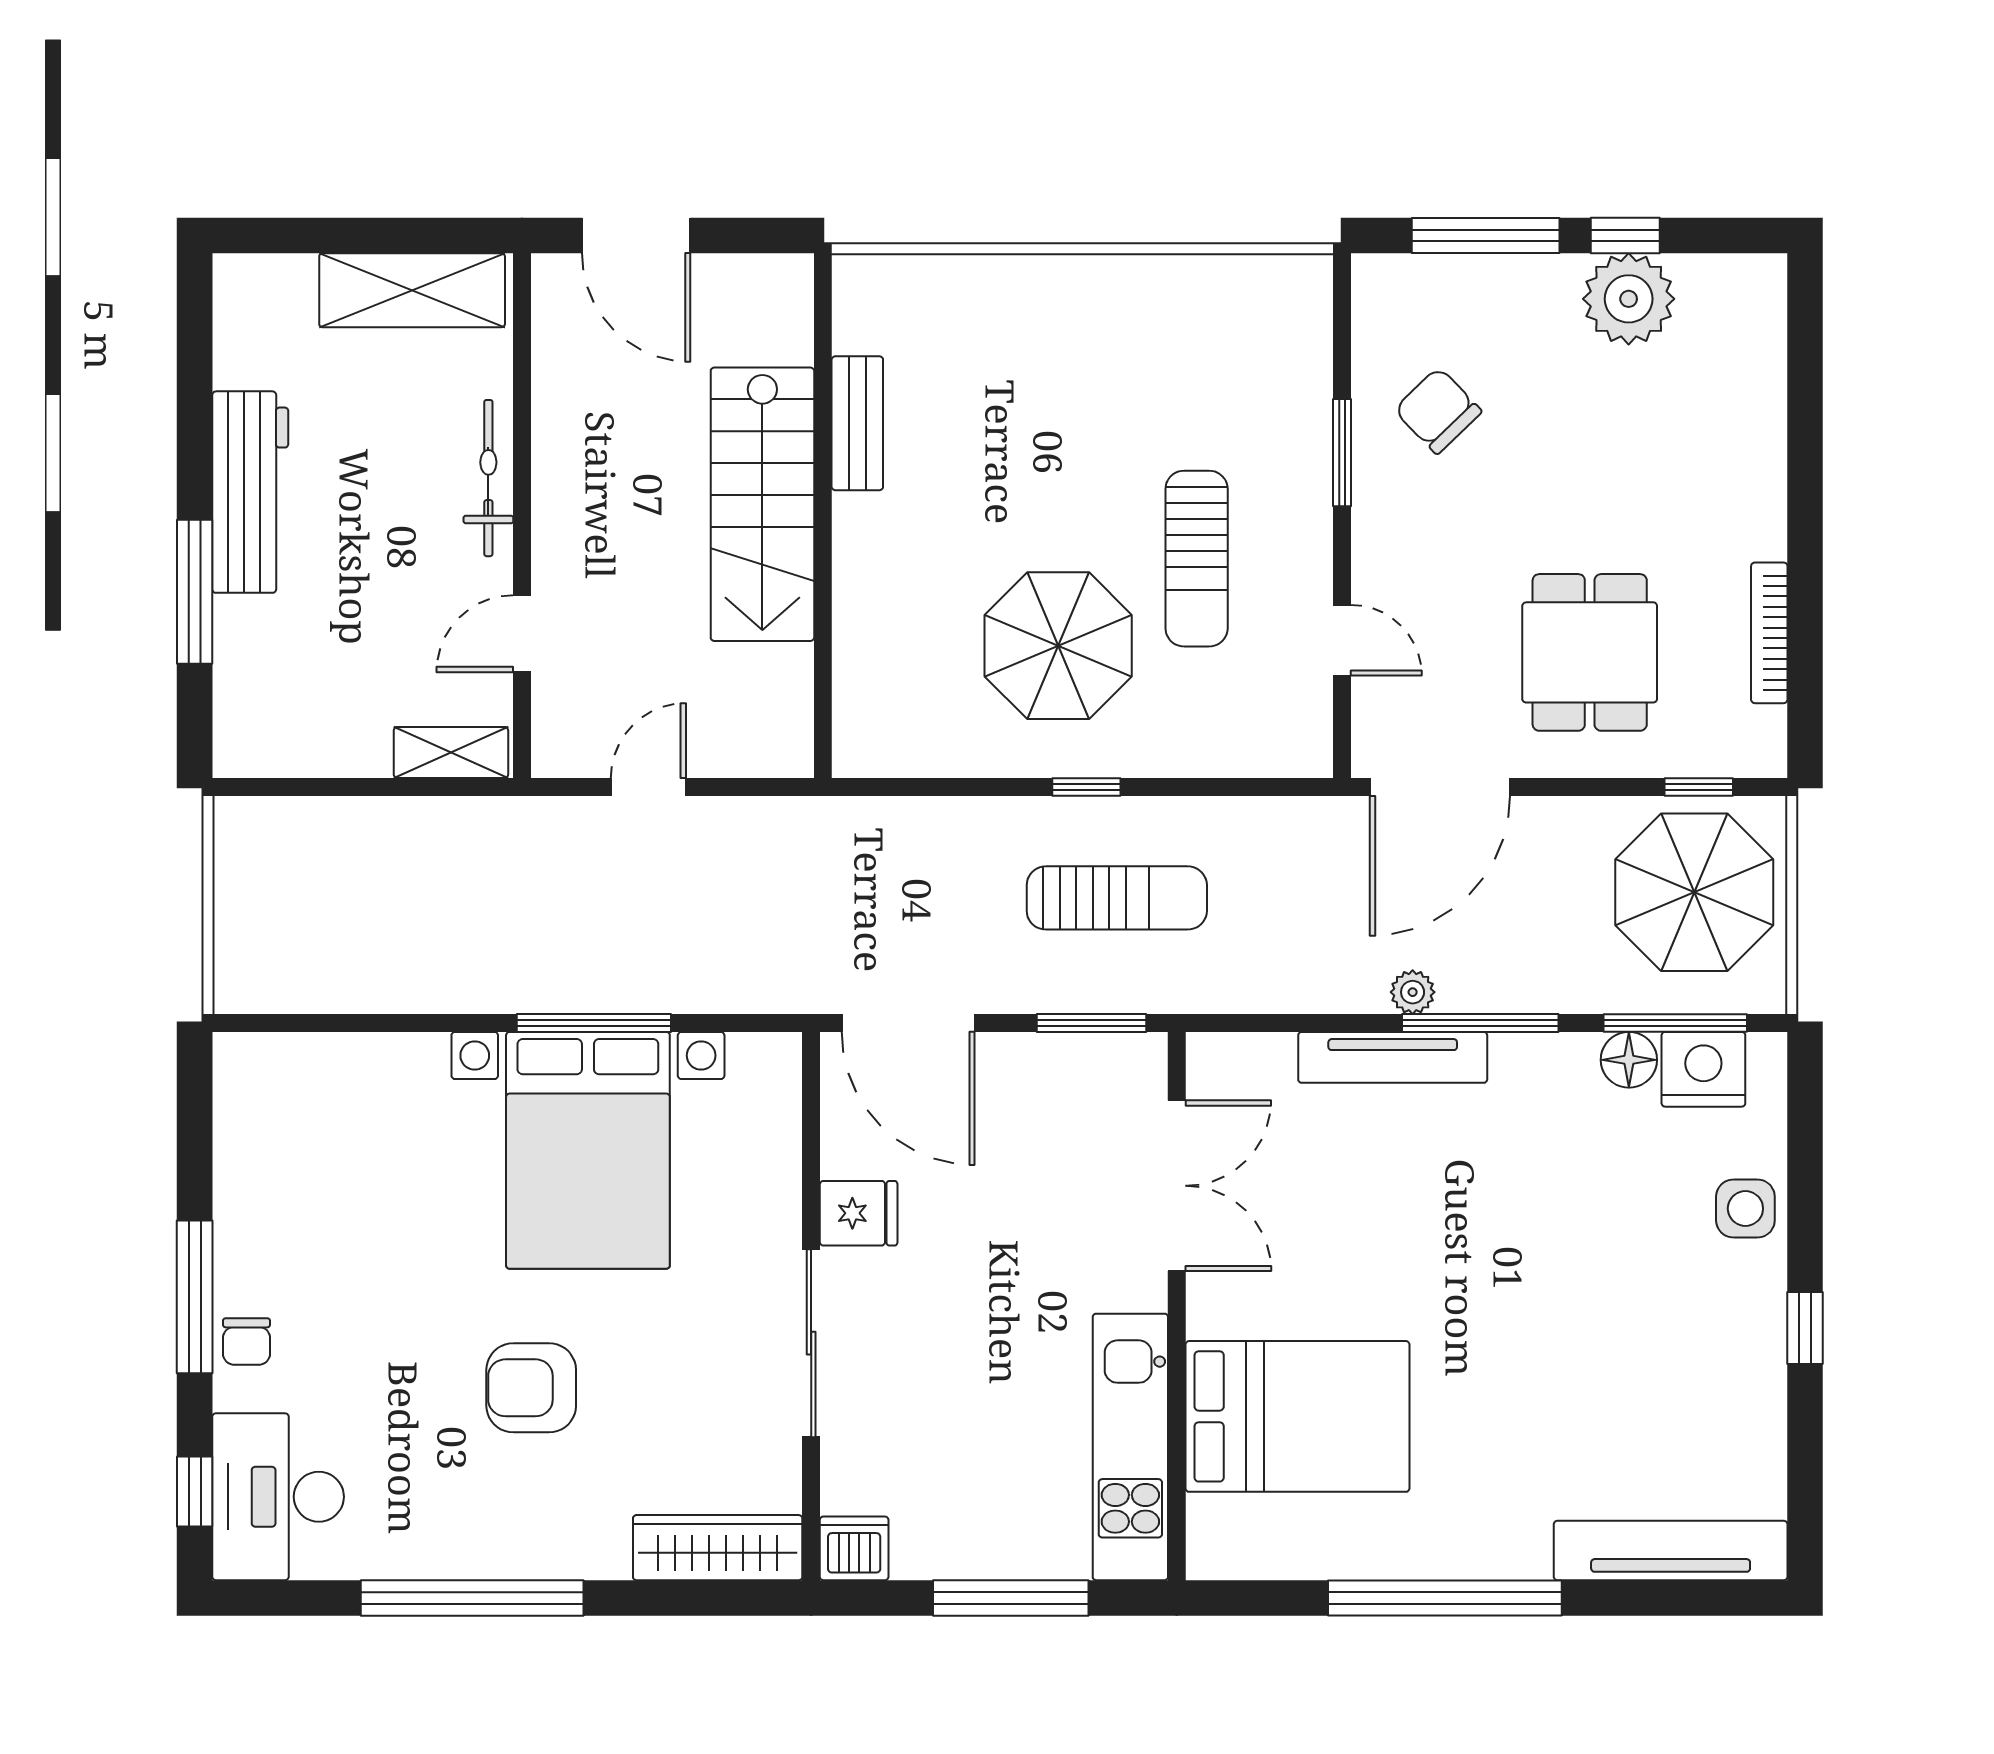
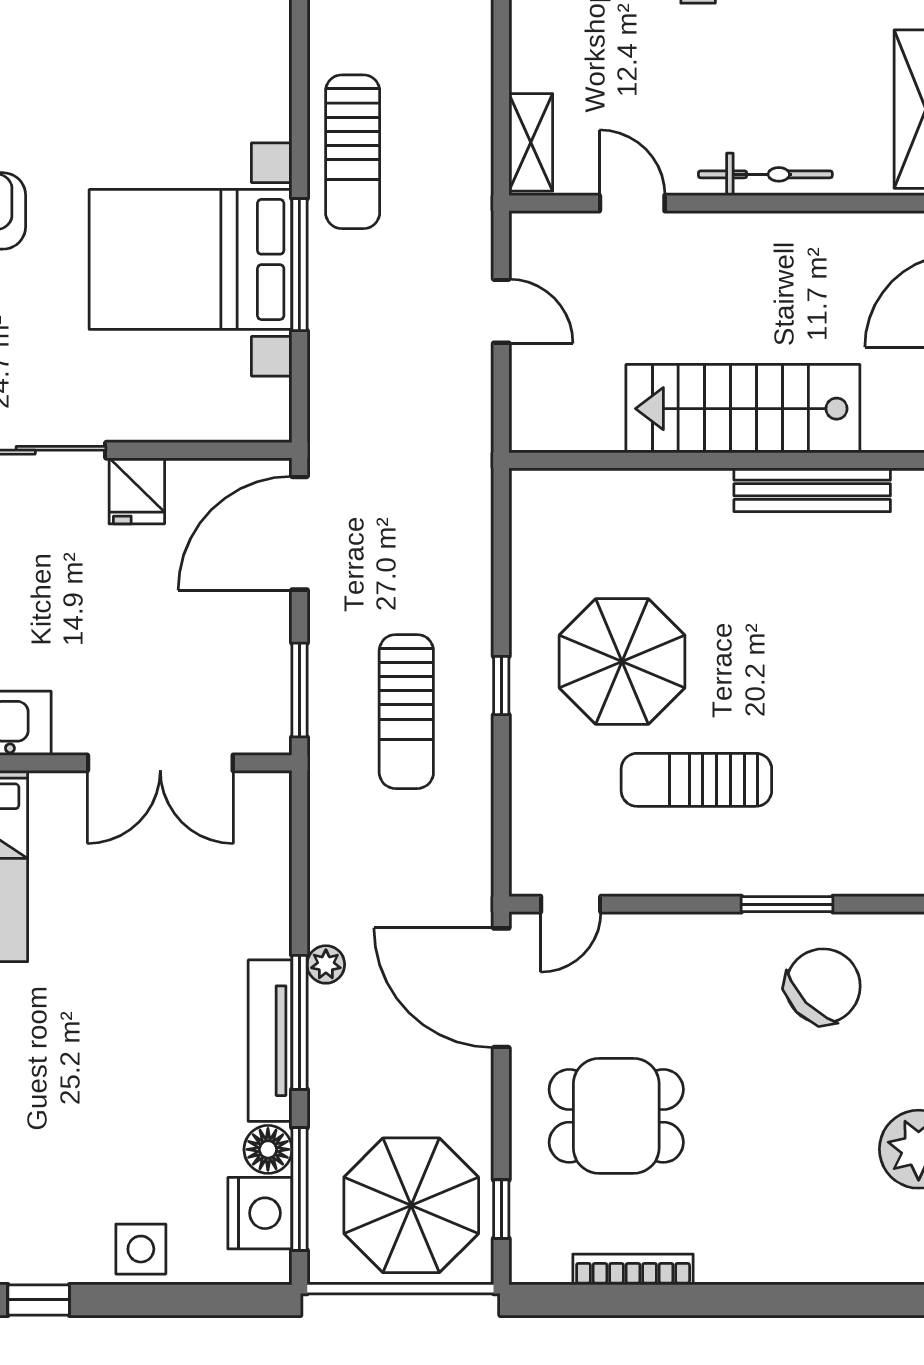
chair: (1438, 411) -> (823, 986), width x1.37, depth x1.37
bench: (857, 423) -> (812, 490), width x1.36
door: (1342, 640) -> (571, 904), moved
sun lounger: (462, 961) -> (353, 152), added
tv unit: (1393, 1057) -> (270, 1041), moved

